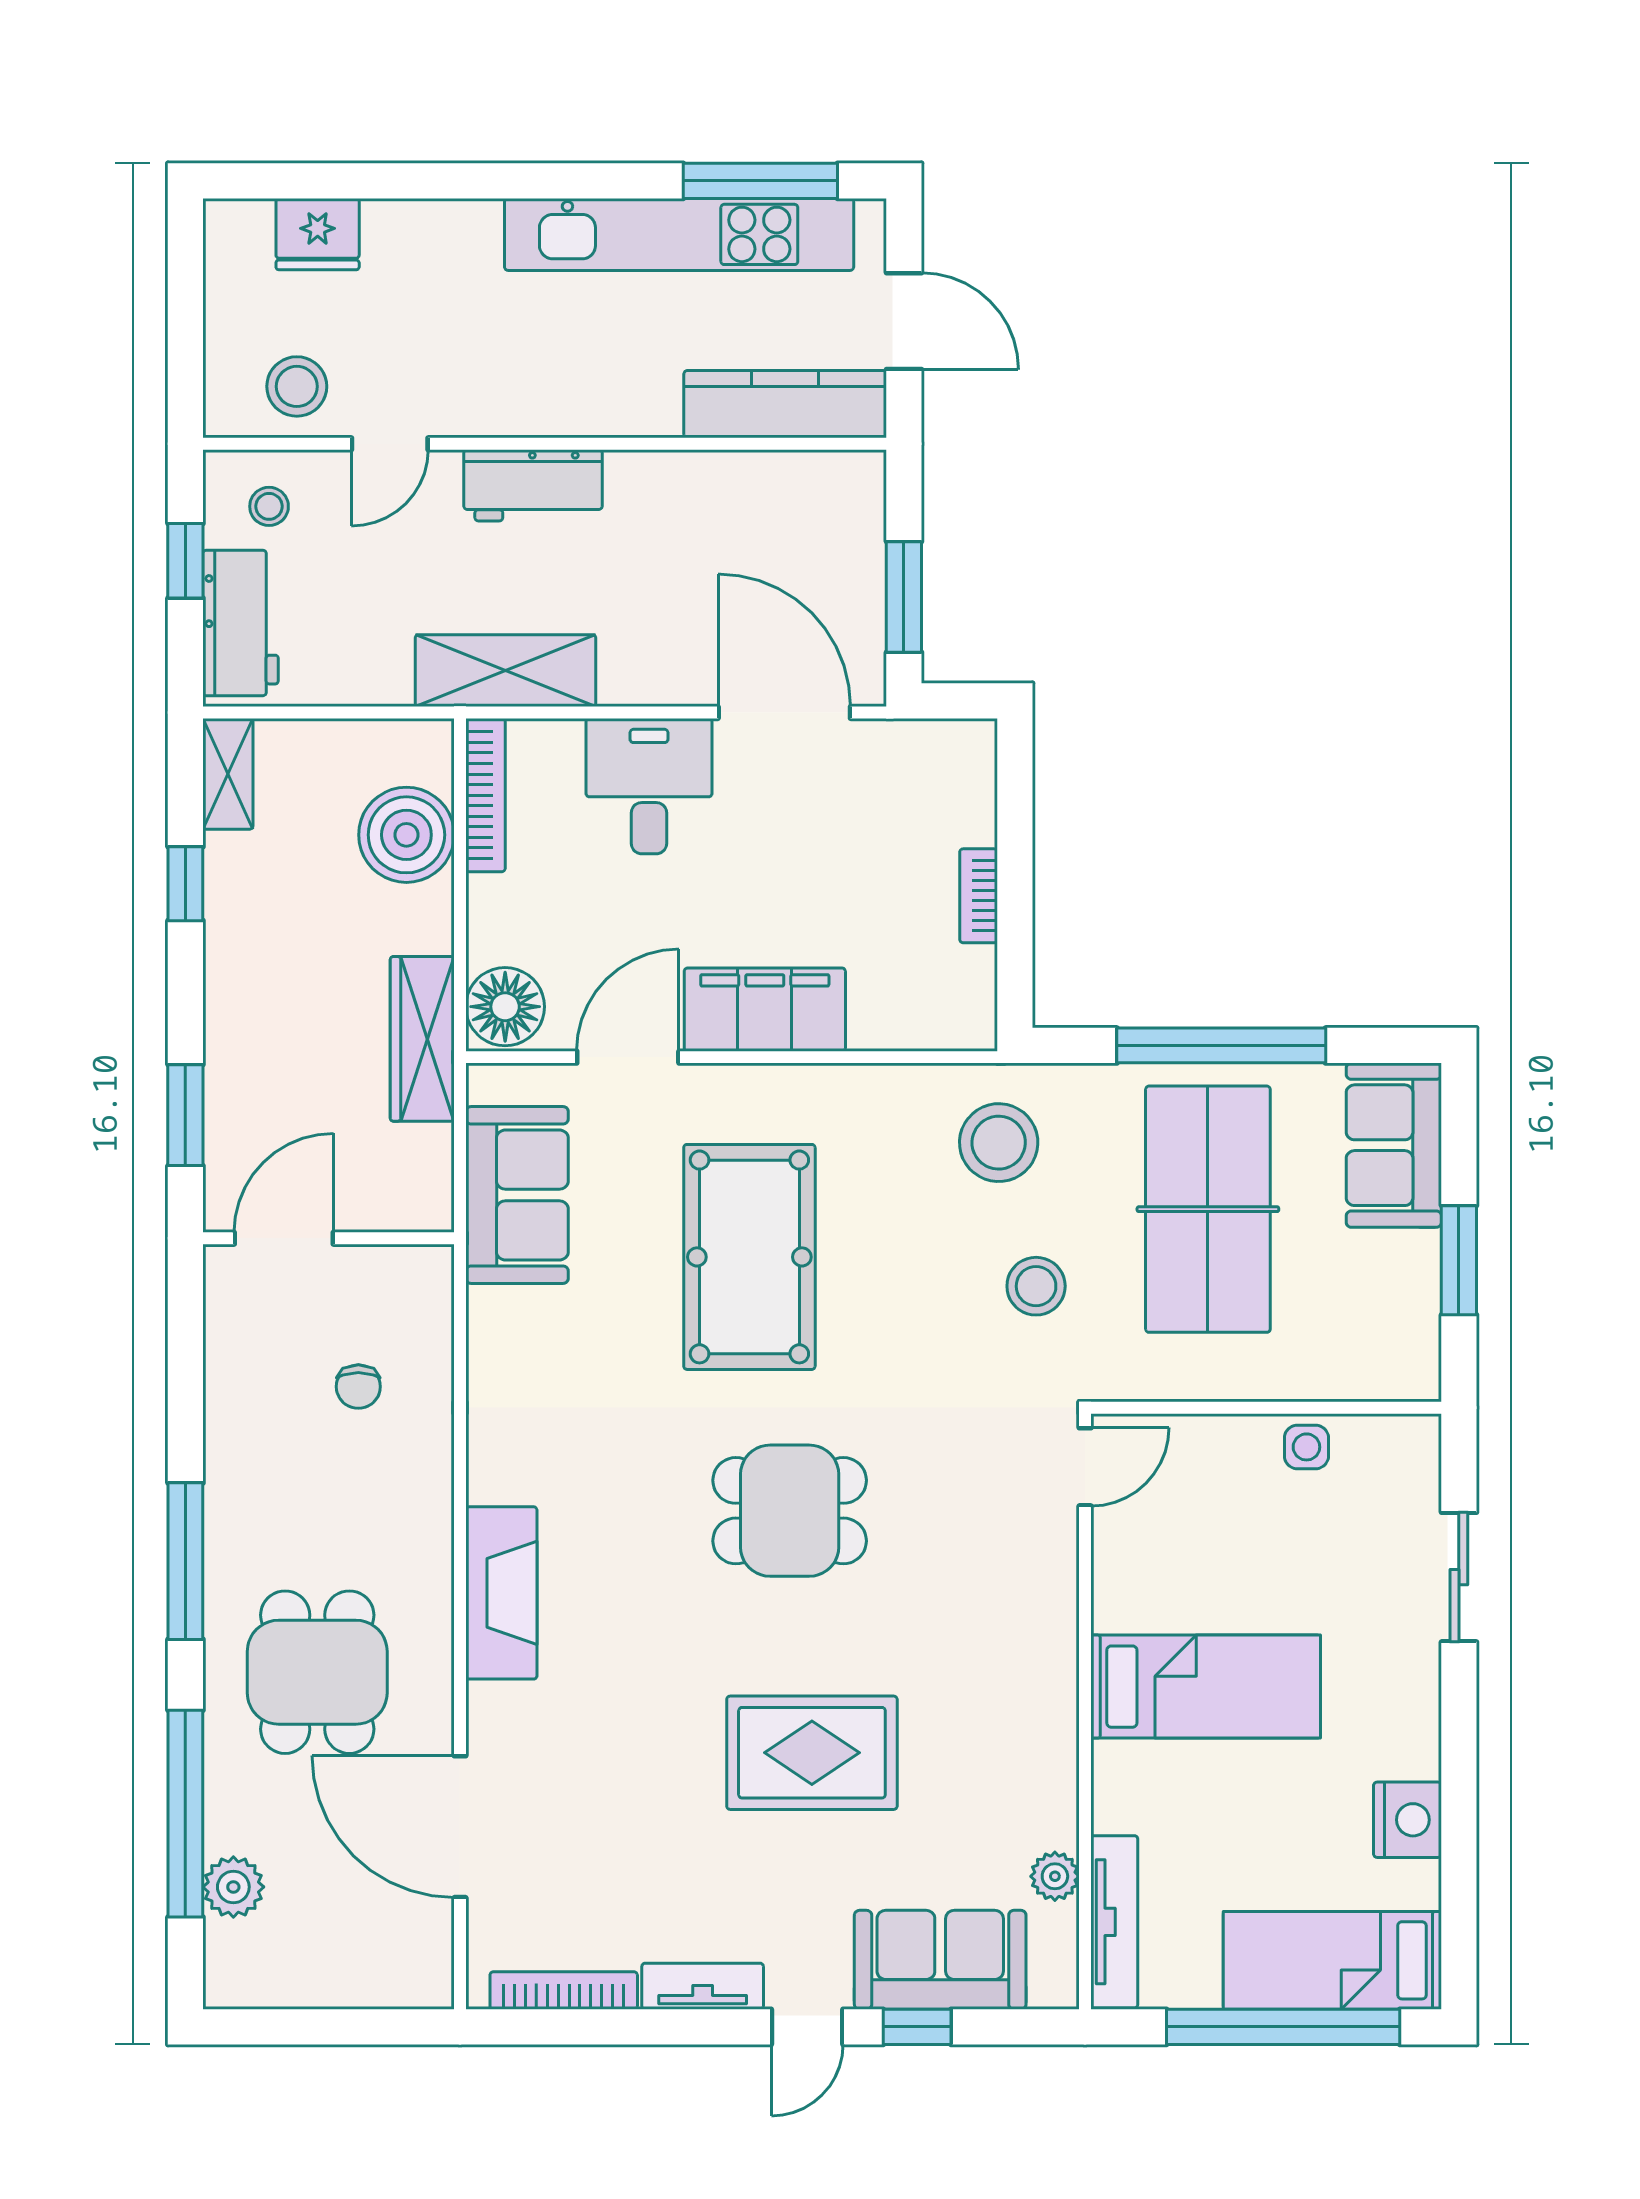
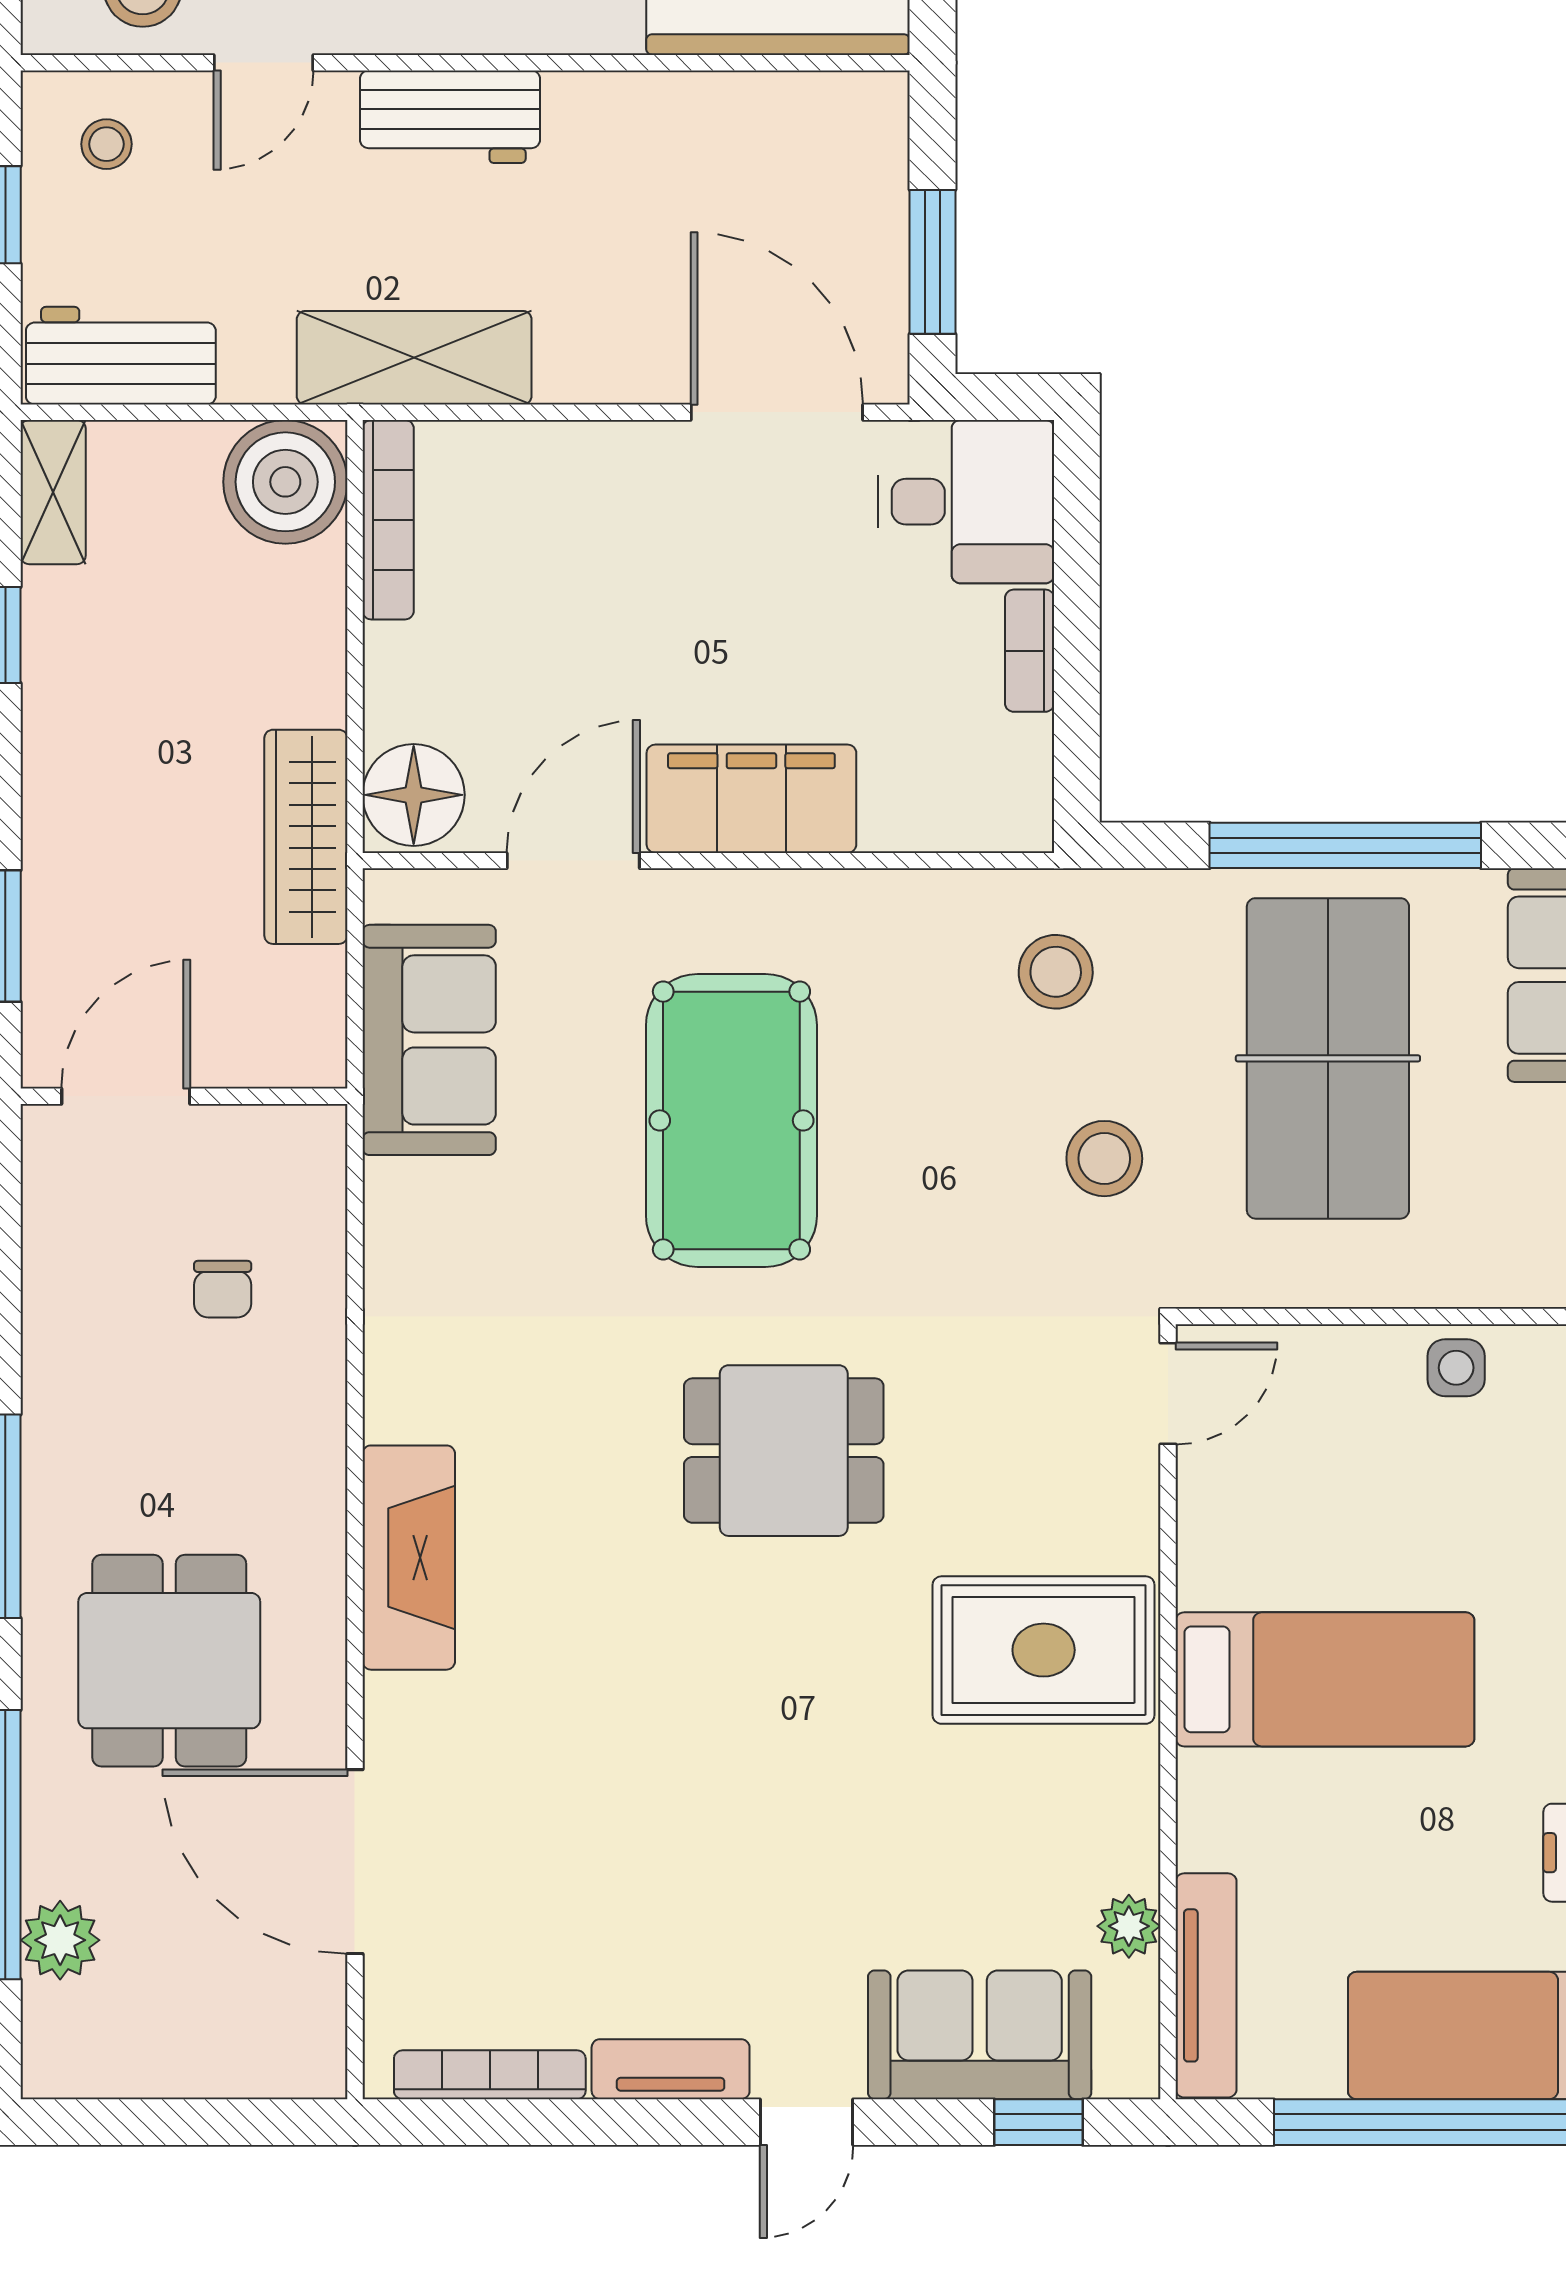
workbench: (241, 623) -> (121, 356), moved, turned -90
desk: (649, 786) -> (966, 502), moved, turned 90
boiler: (406, 835) -> (285, 482), moved
stool: (999, 1143) -> (1056, 972), width x0.73, depth x0.73
rug: (812, 1753) -> (1044, 1650), moved
window: (917, 2027) -> (1038, 2122), moved

